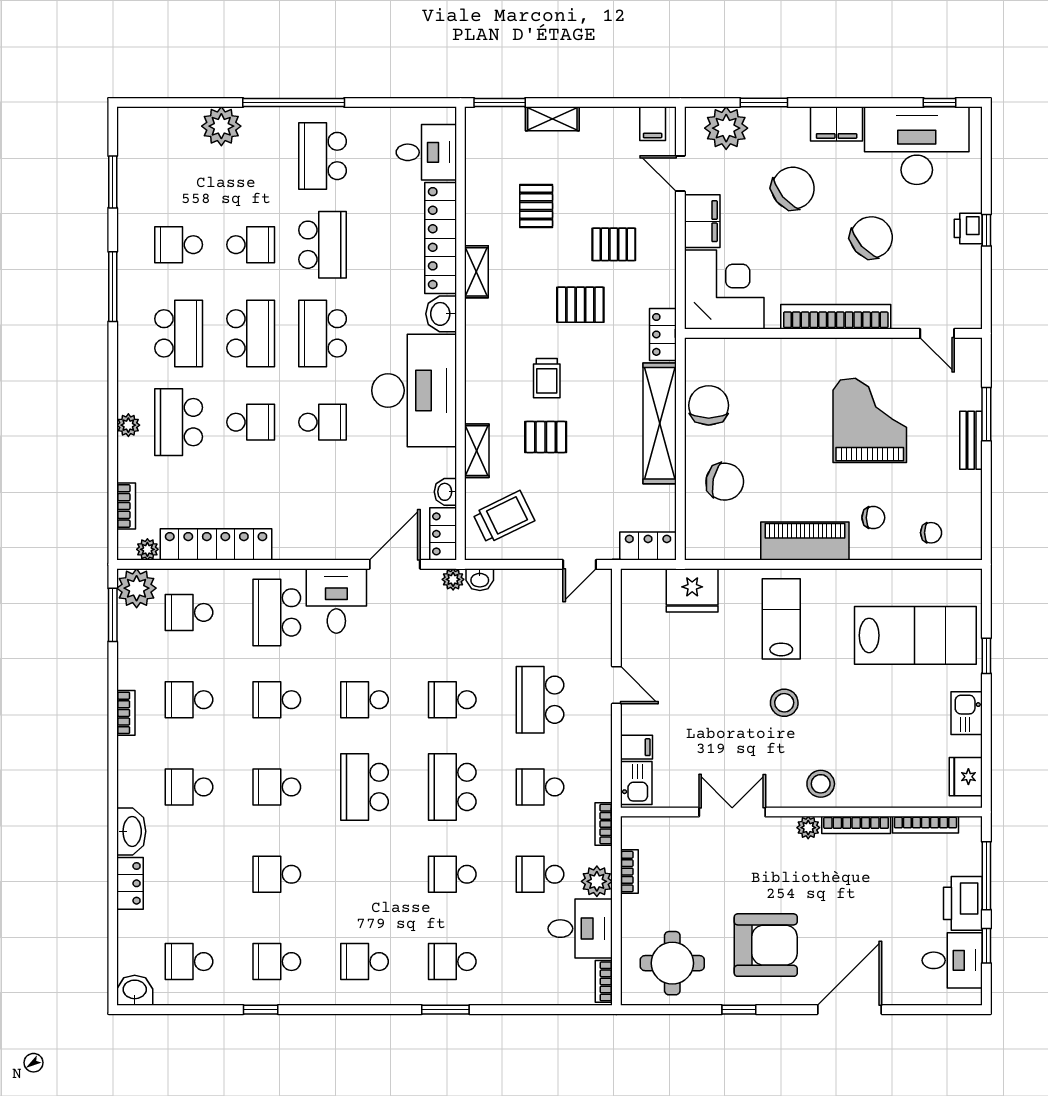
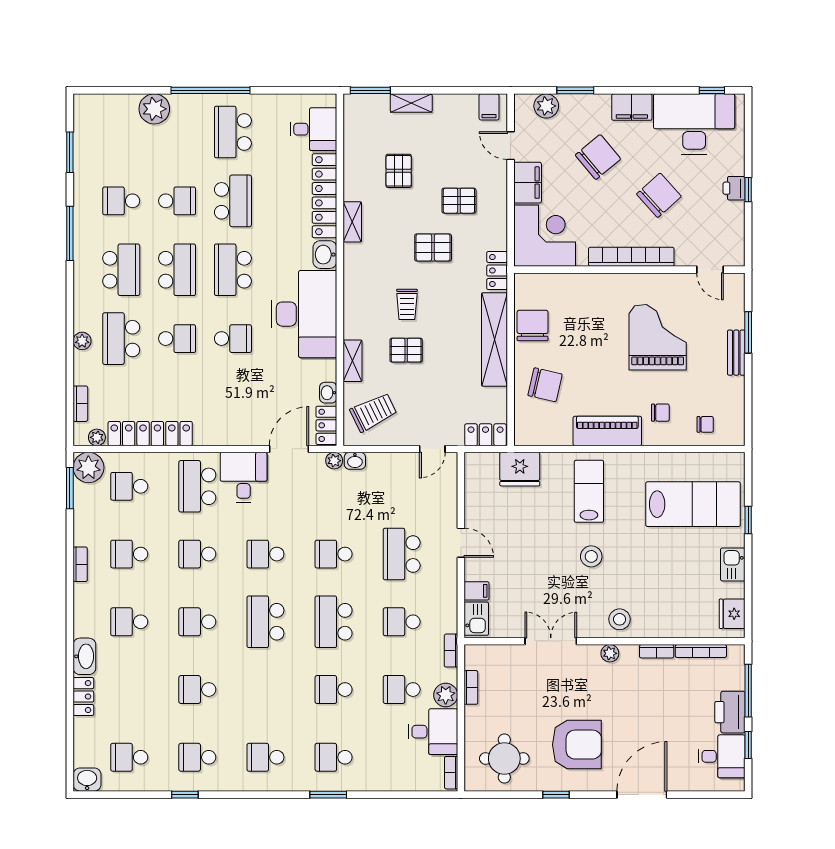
plant: (726, 128) -> (546, 106), width x0.73, depth x0.73
bookcase: (856, 825) -> (657, 651), width x0.64

